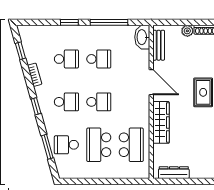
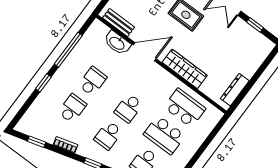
washbasin: (142, 37) -> (117, 43), moved
school desk: (66, 102) -> (108, 135), turned 180
school desk: (99, 102) -> (128, 108), turned 180

